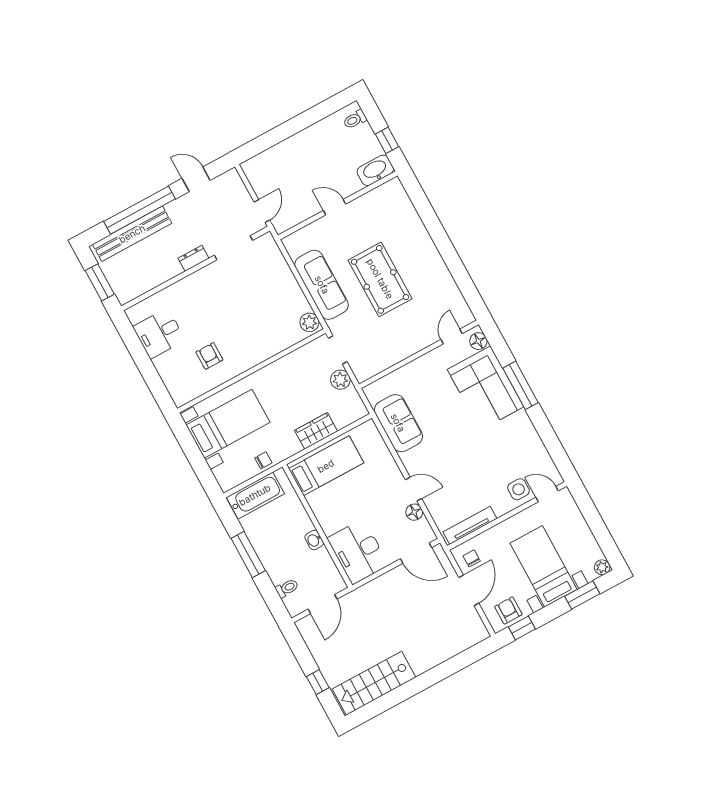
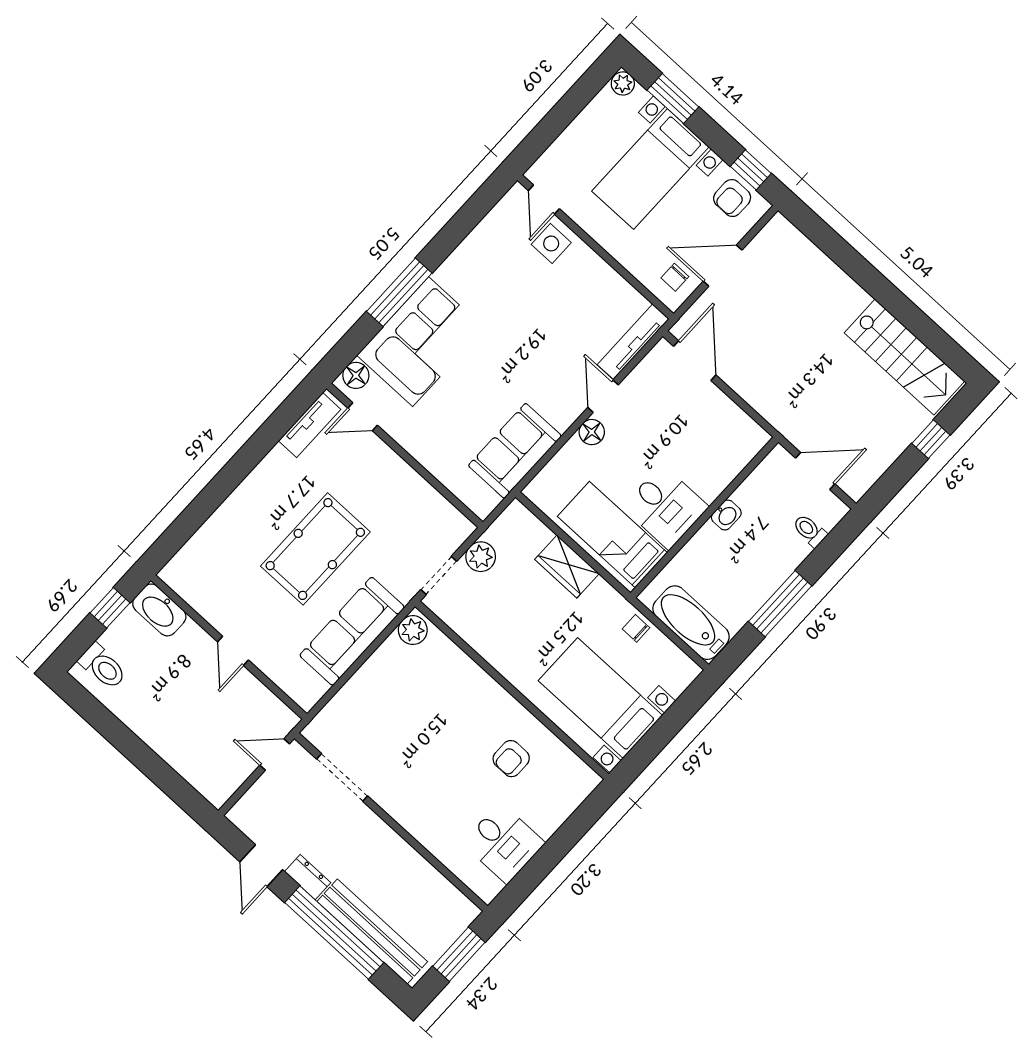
toilet: (355, 119) -> (103, 666), width x1.37, depth x1.39
dresser: (194, 258) -> (308, 877), moved, turned 180
tv unit: (458, 302) -> (310, 425), added
floor lamp: (414, 512) -> (592, 432), moved
tv unit: (470, 525) -> (633, 342), moved, turned 90
desk: (358, 552) -> (665, 507), moved, width x0.73

